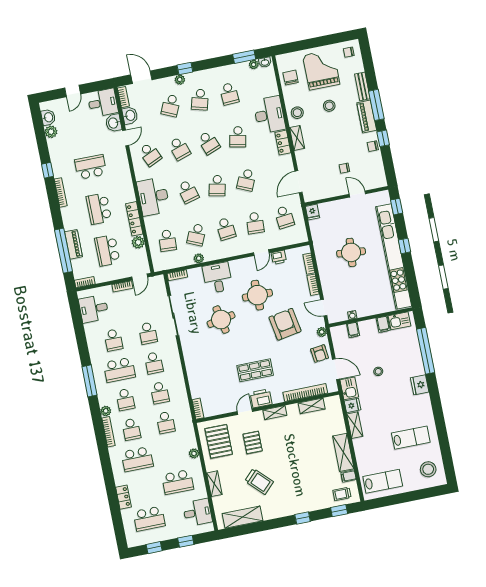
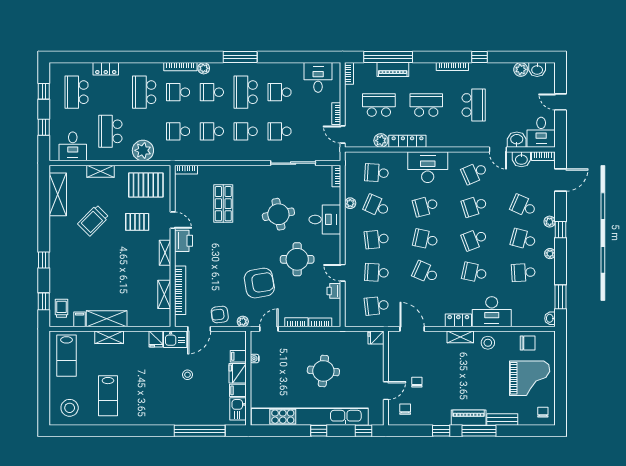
plant: (254, 65) -> (550, 254), moved
stool: (329, 106) -> (488, 379), removed
chair: (373, 146) -> (405, 409), moved
shop shelf: (255, 370) -> (223, 204), moved
fridge: (420, 385) -> (238, 373), moved, turned -90
shelving: (355, 425) -> (109, 337), moved
plant: (194, 453) -> (143, 150), width x1.88, depth x1.88

